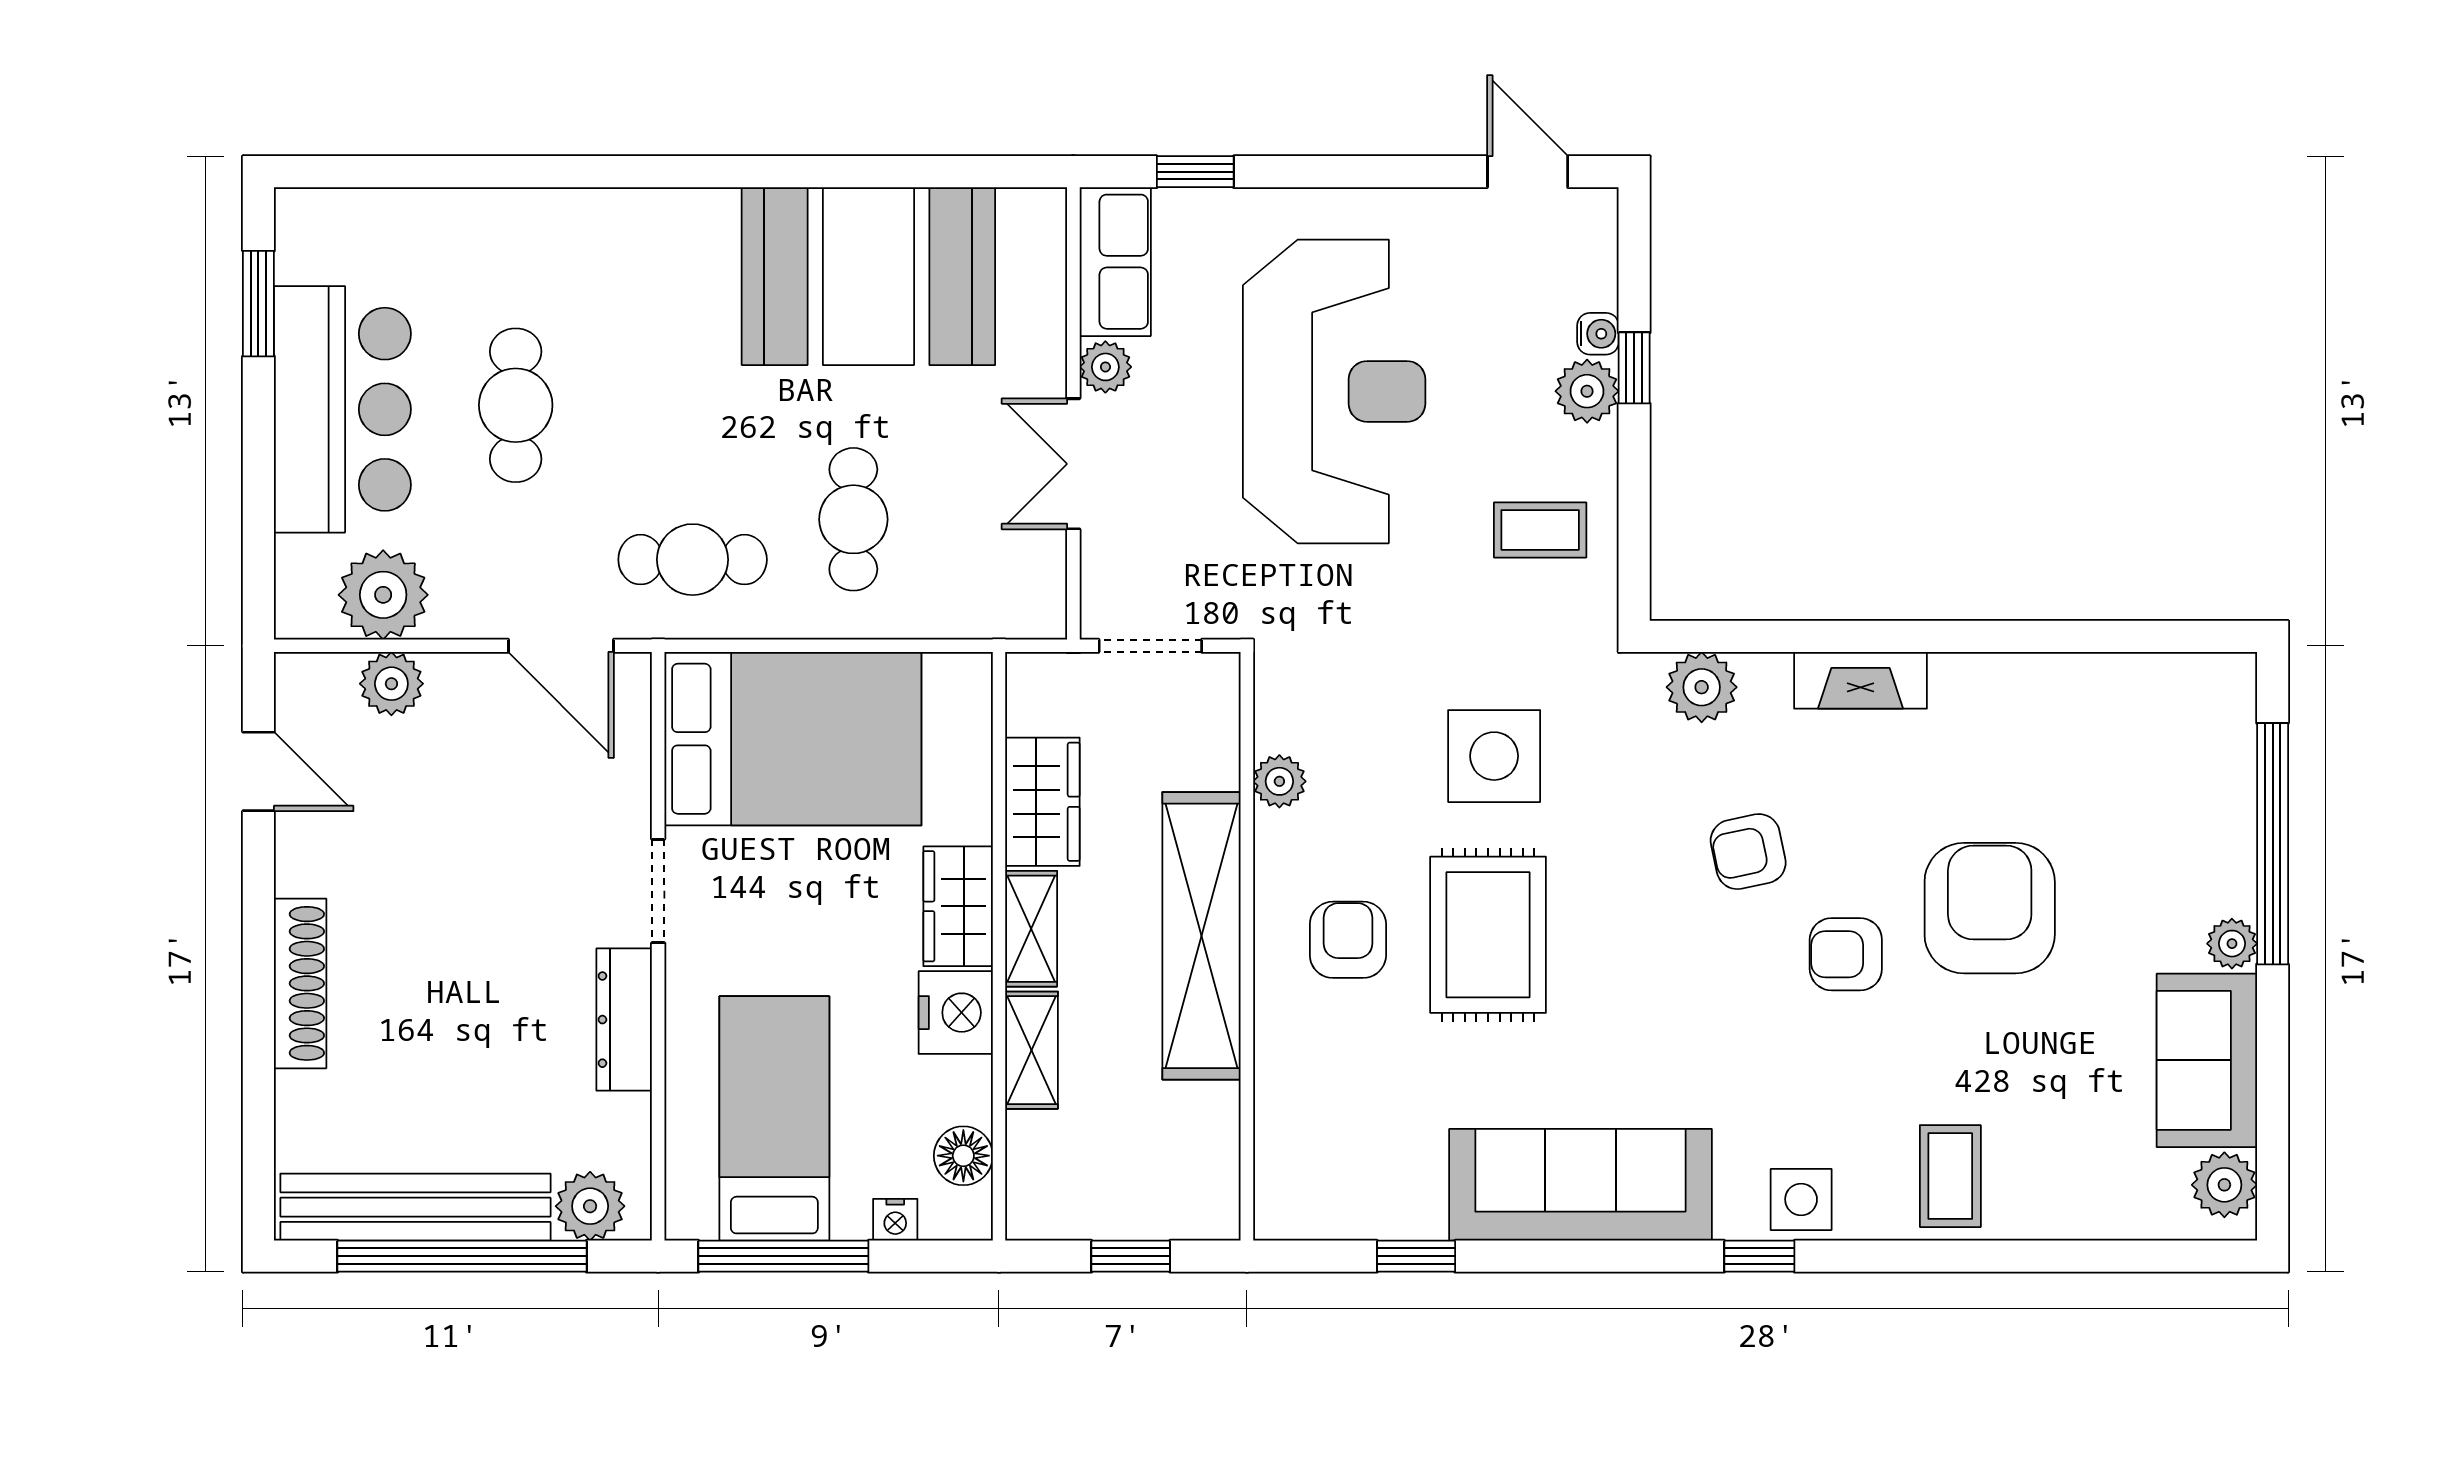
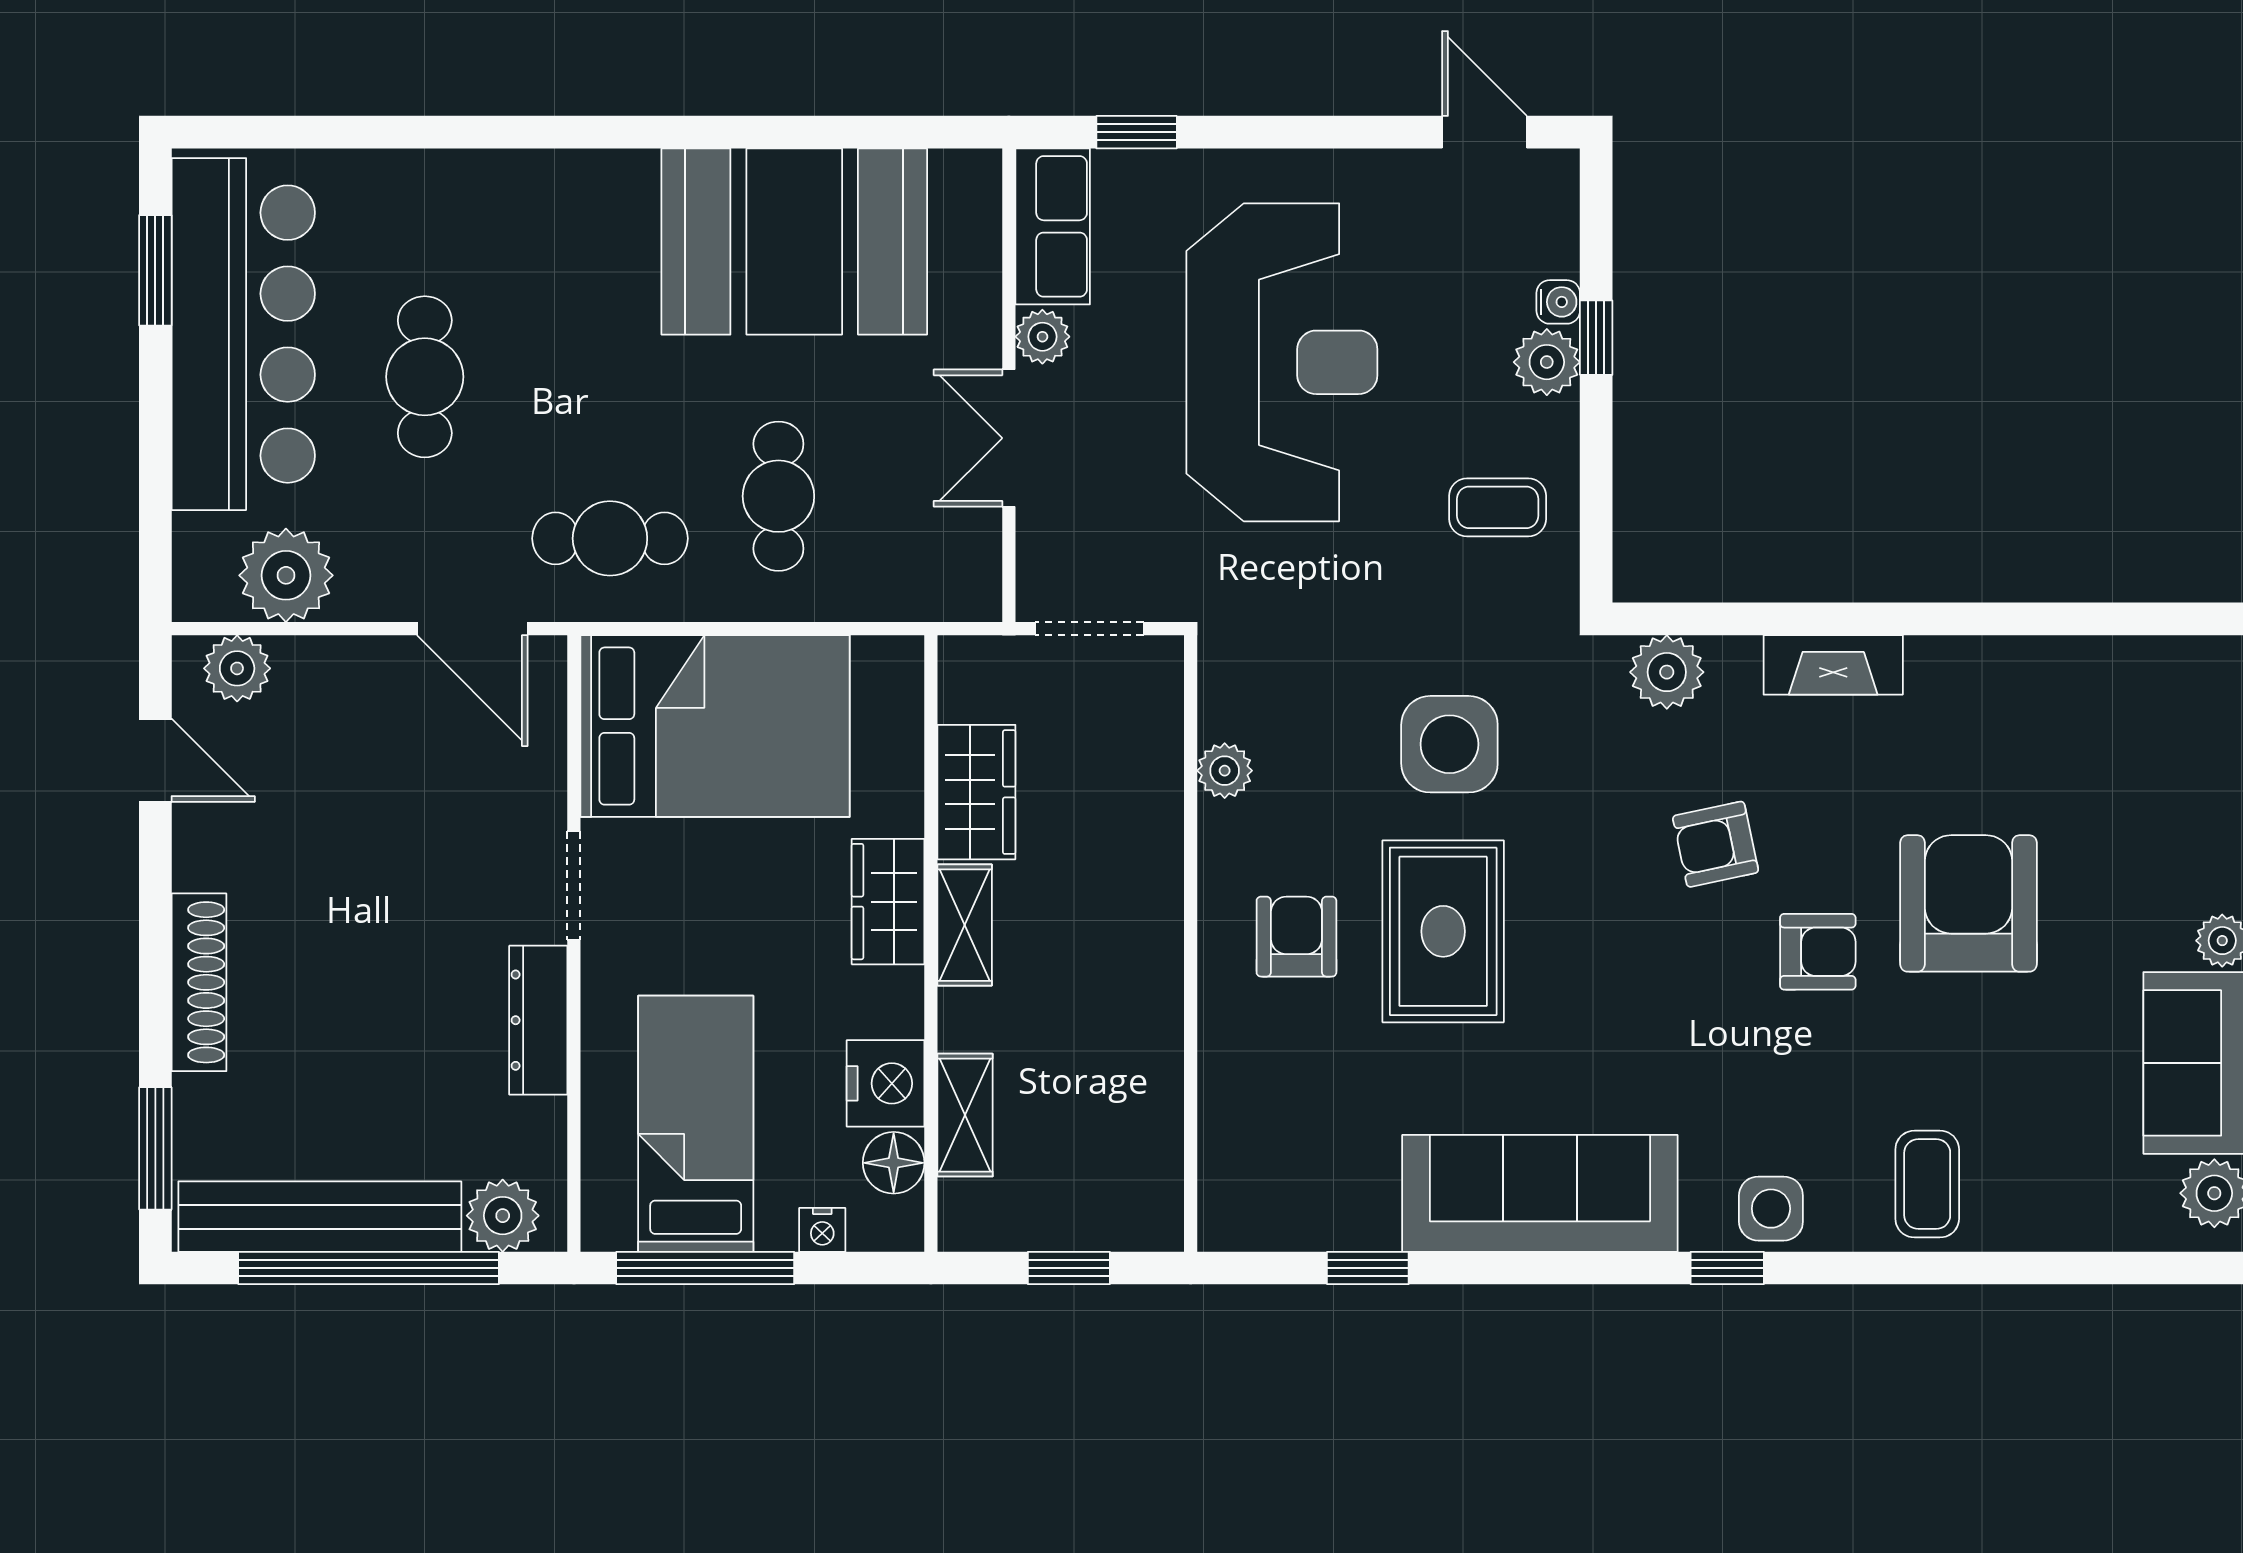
bar counter: (342, 409) -> (243, 334), width x1.36
plant: (391, 684) -> (237, 668), moved
shelving: (1201, 936) -> (1143, 932), removed
armchair: (1846, 954) -> (1818, 952), turned 180
nightstand: (956, 1013) -> (886, 1083), moved
shelving: (1032, 1050) -> (965, 1115), moved
window: (258, 1142) -> (155, 1148), added

